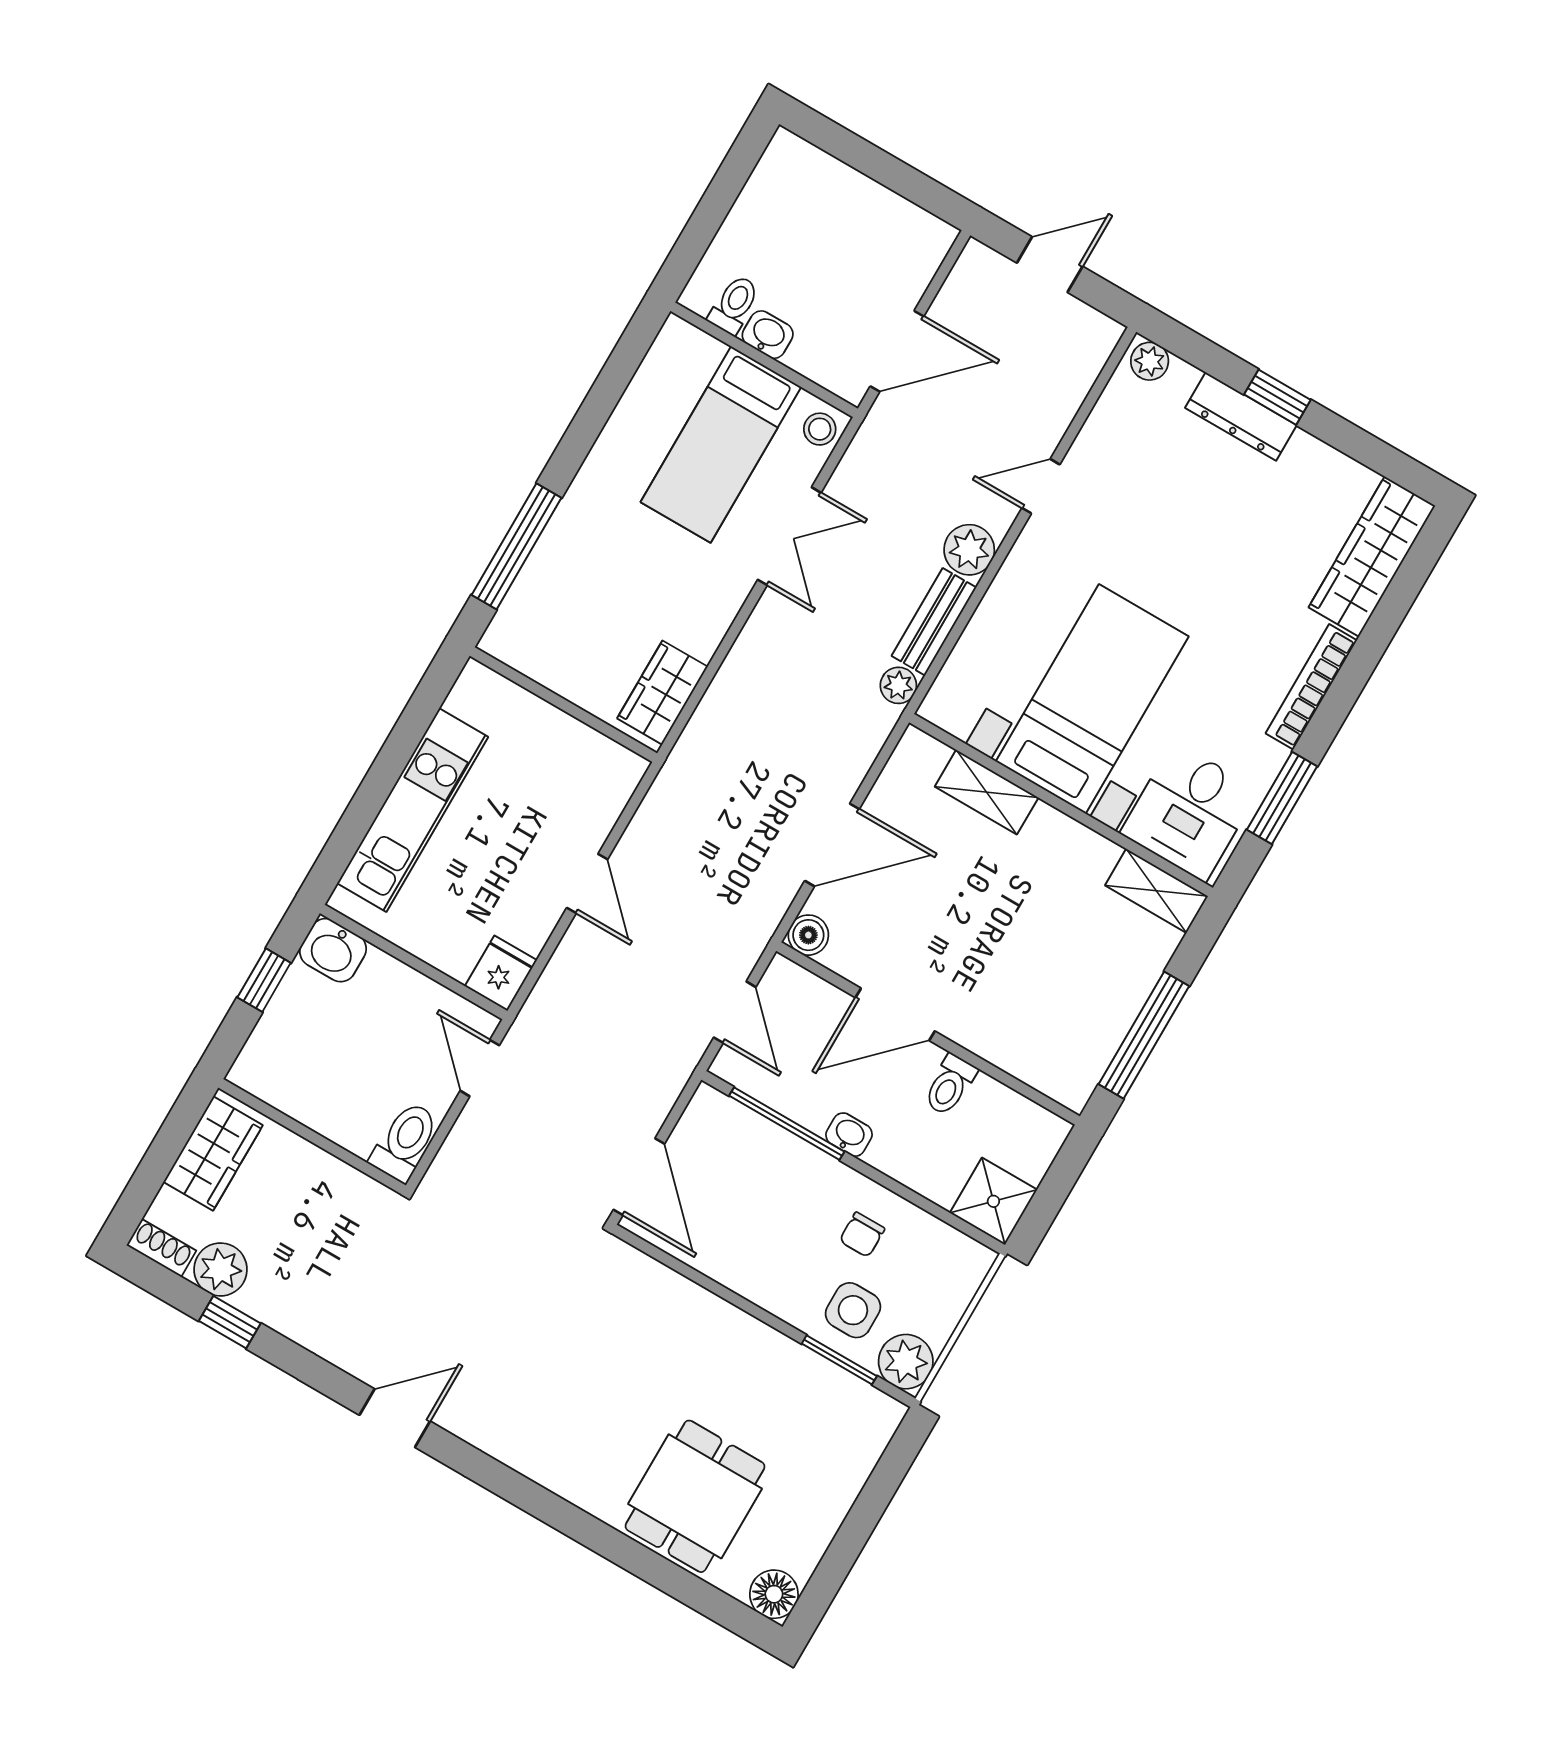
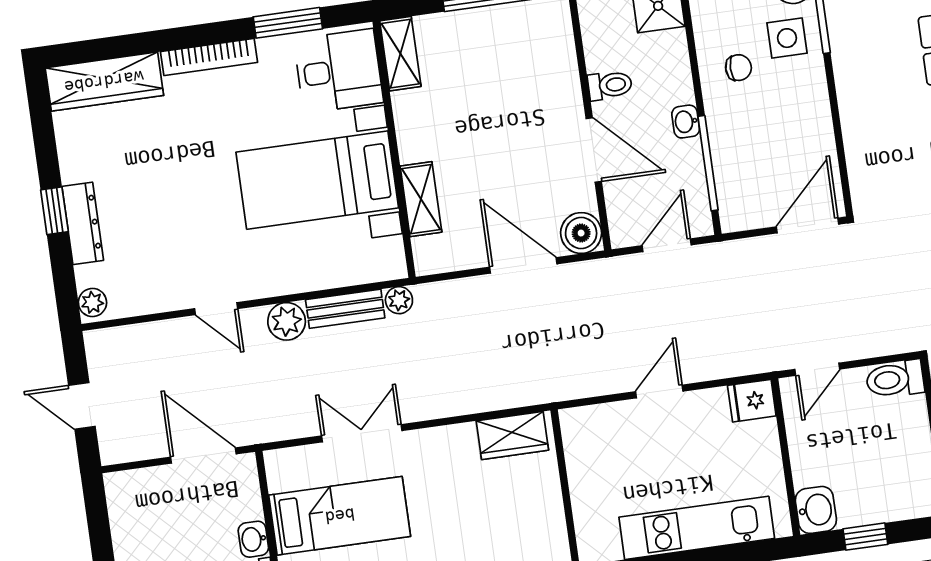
stool: (820, 429) -> (285, 465), removed
boiler: (808, 935) -> (581, 233), width x1.36, depth x1.36

